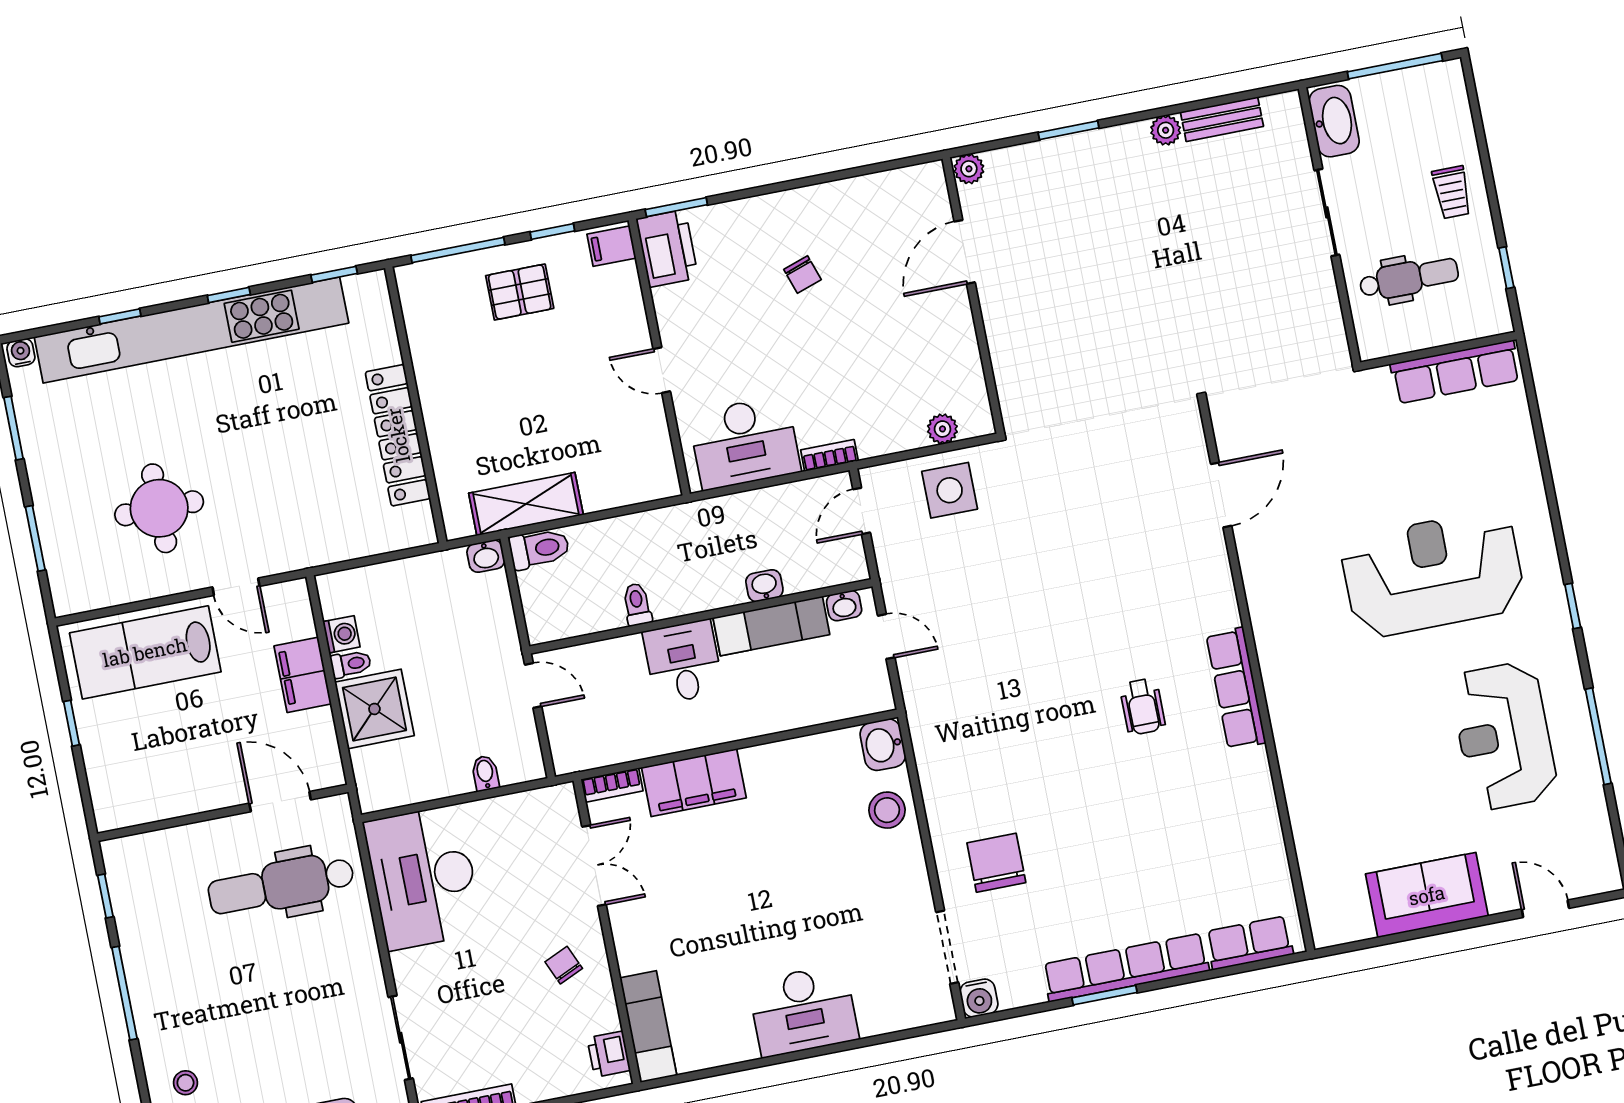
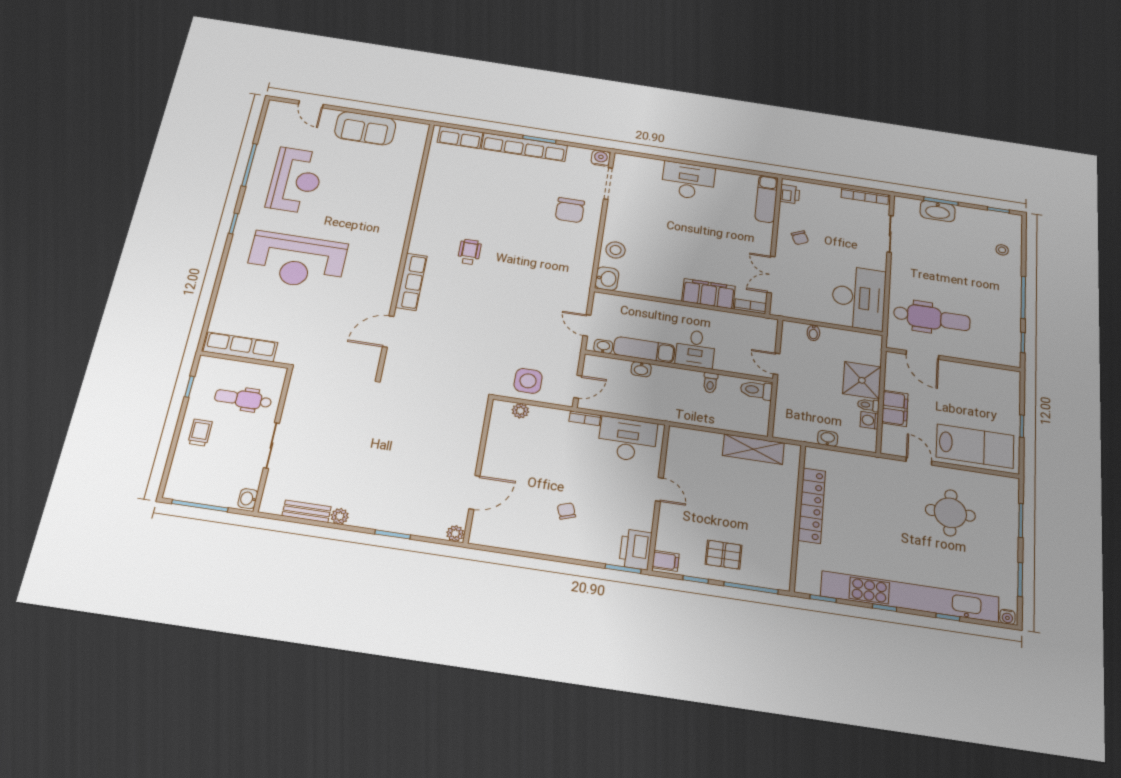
washbasin: (1334, 121) -> (248, 499), width x0.52, depth x0.69
toilet: (539, 549) -> (756, 390), moved
washbasin: (486, 556) -> (828, 438), moved
row of seats: (1236, 688) -> (411, 282), moved

